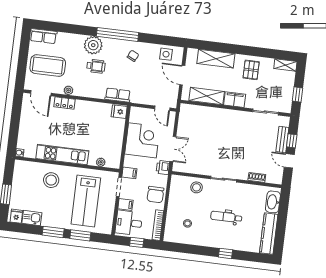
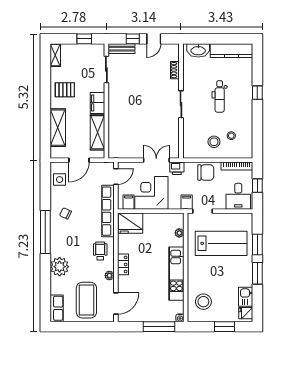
plant: (93, 45) -> (60, 267), moved
wheelchair: (96, 66) -> (100, 251), moved
row of seats: (118, 95) -> (108, 211), width x2.02
locker: (64, 103) -> (123, 264), moved
fridge: (119, 112) -> (130, 223), width x1.88, depth x1.34
window: (14, 132) -> (159, 327), added
bench: (282, 140) -> (121, 49), moved
stool: (51, 180) -> (203, 302), moved
stool: (197, 187) -> (214, 142), moved
filing cabinet: (125, 204) -> (129, 202), moved

